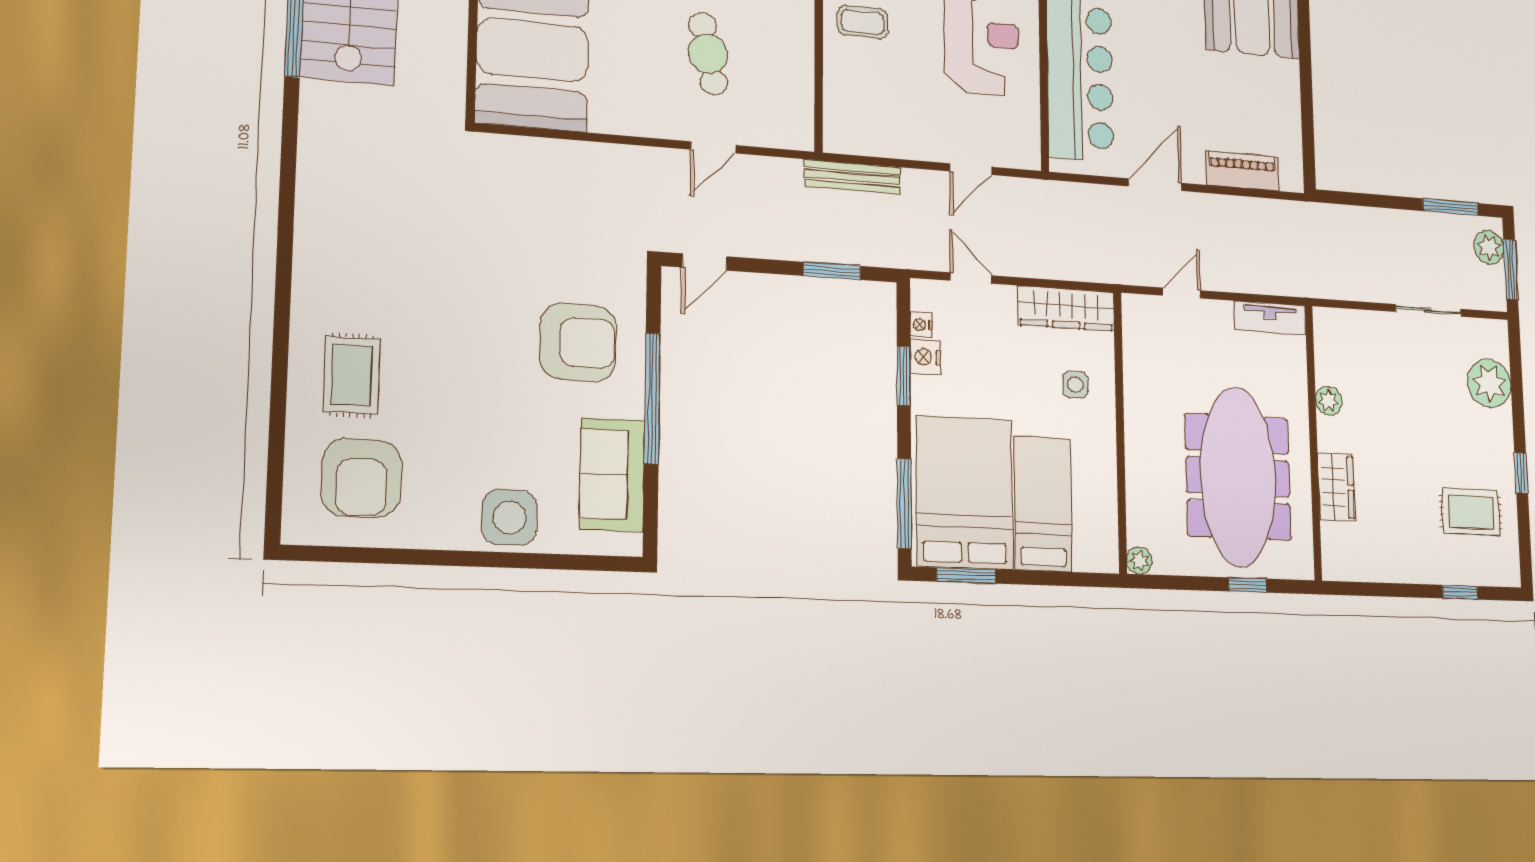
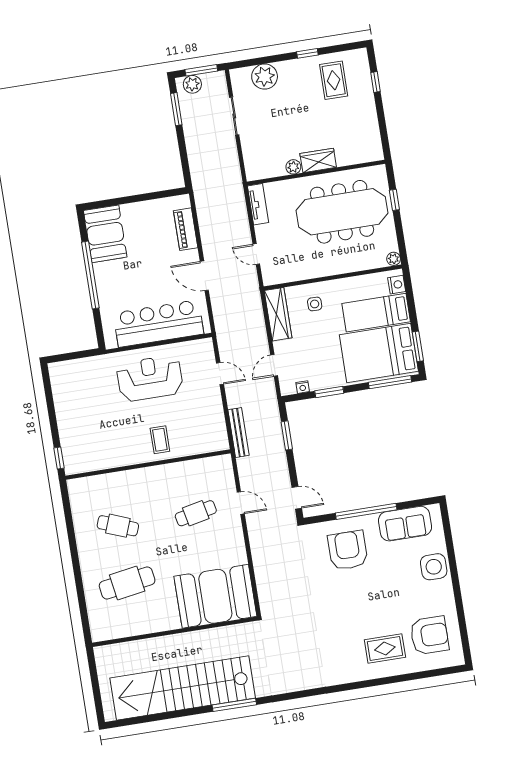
nightstand: (926, 357) -> (397, 285), moved, turned -90
wardrobe: (1336, 487) -> (318, 160), moved

